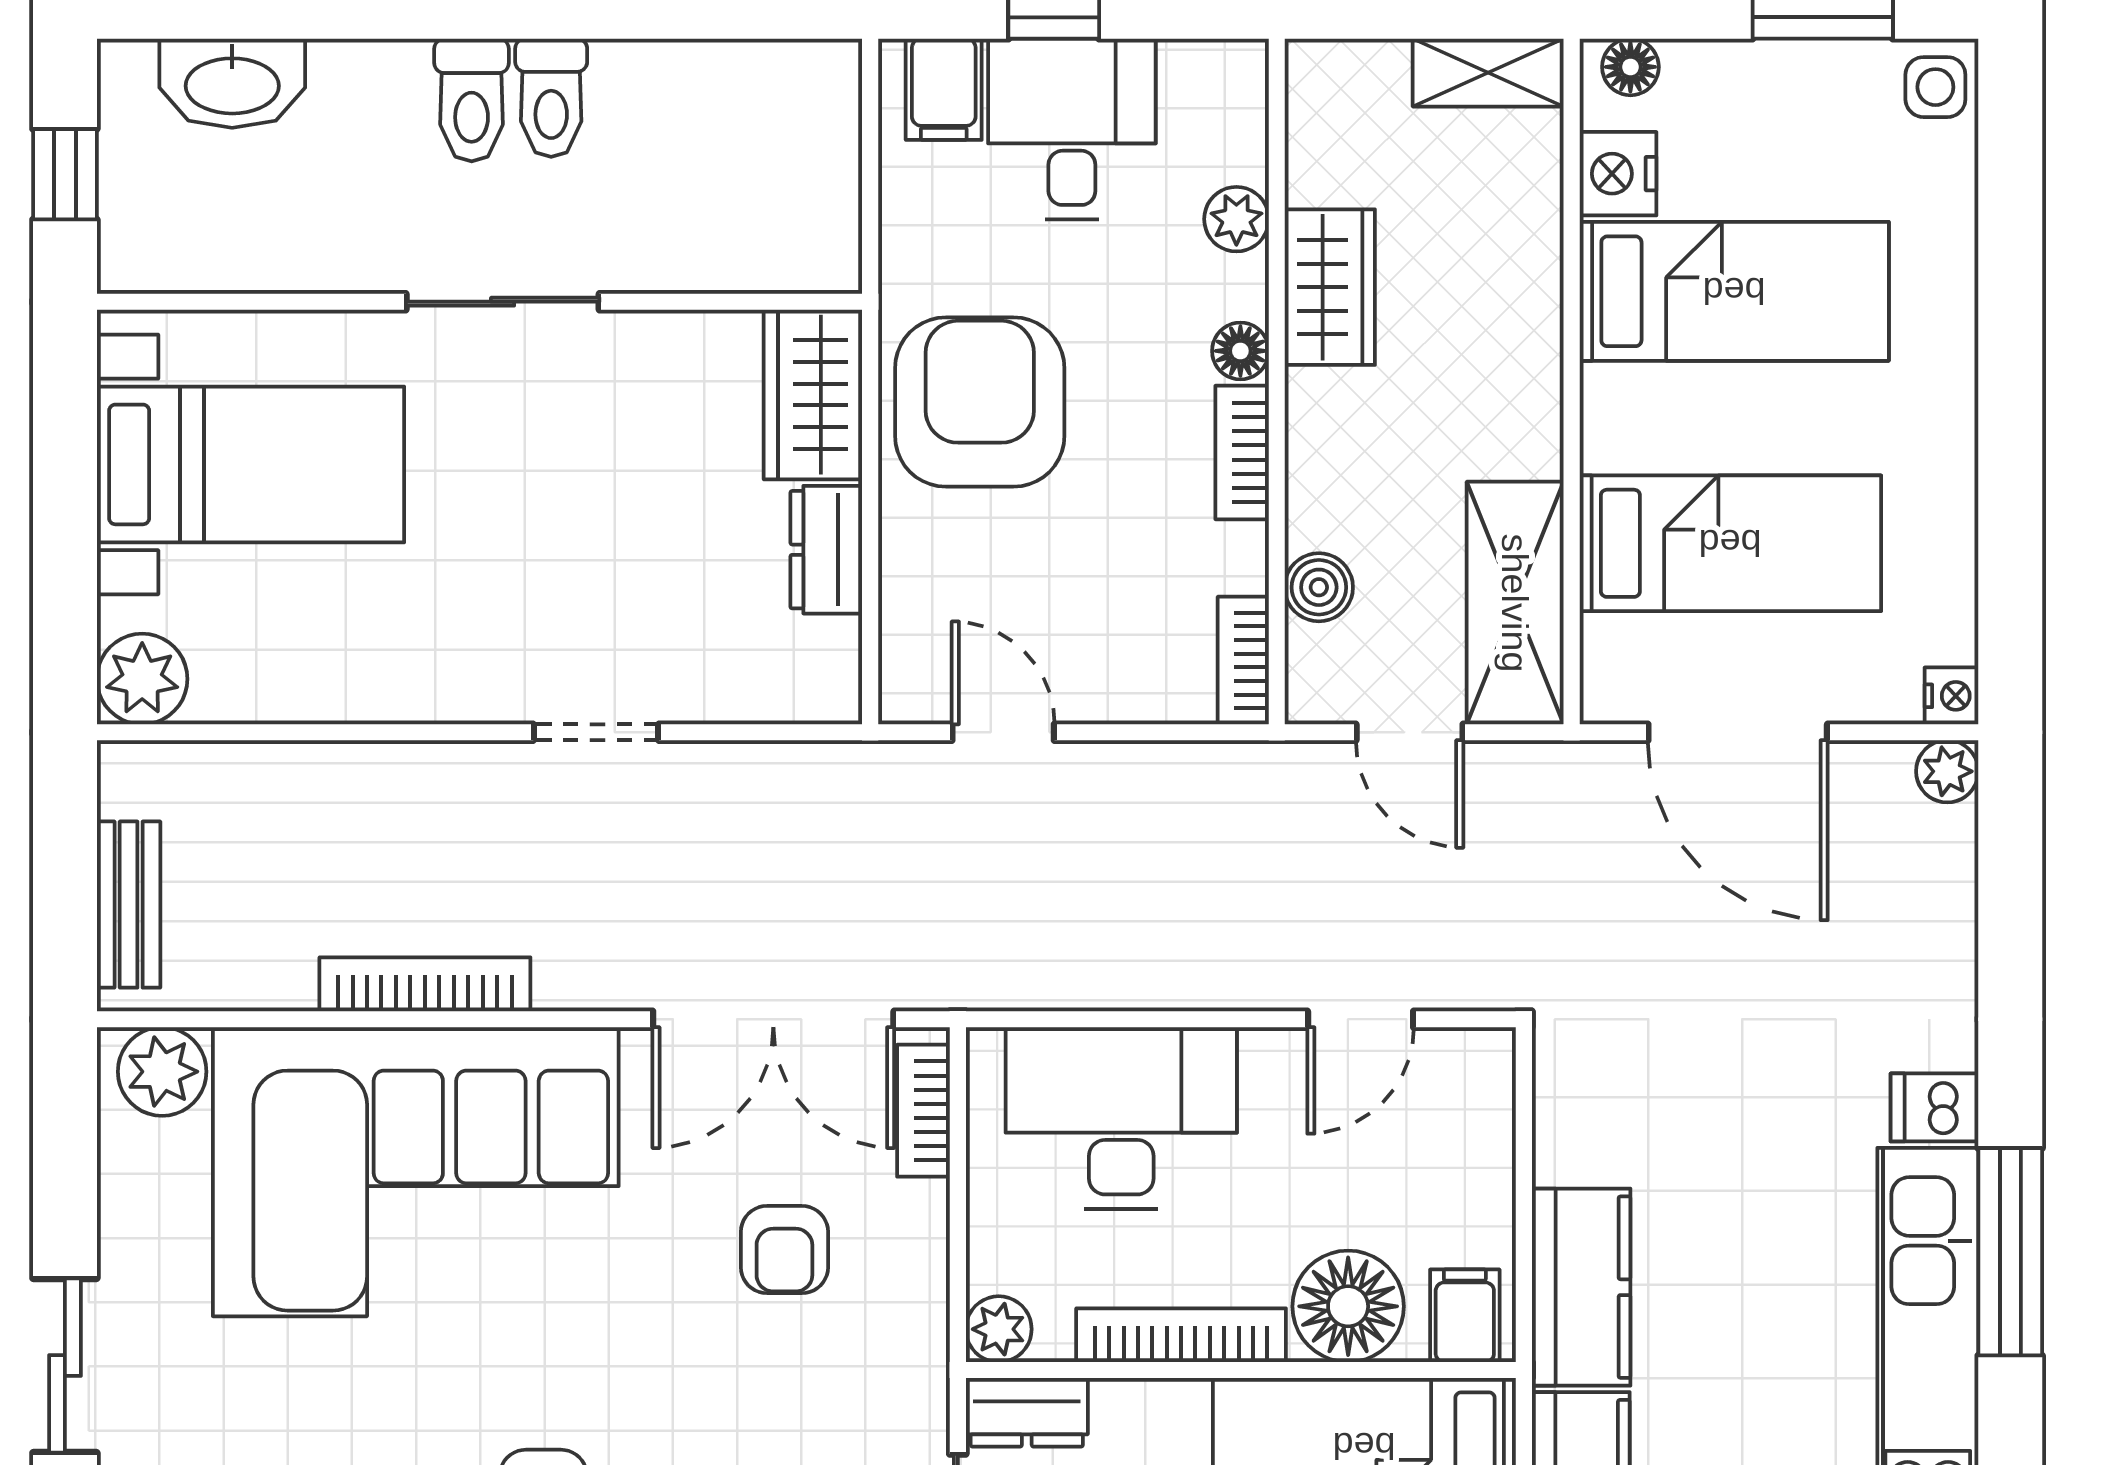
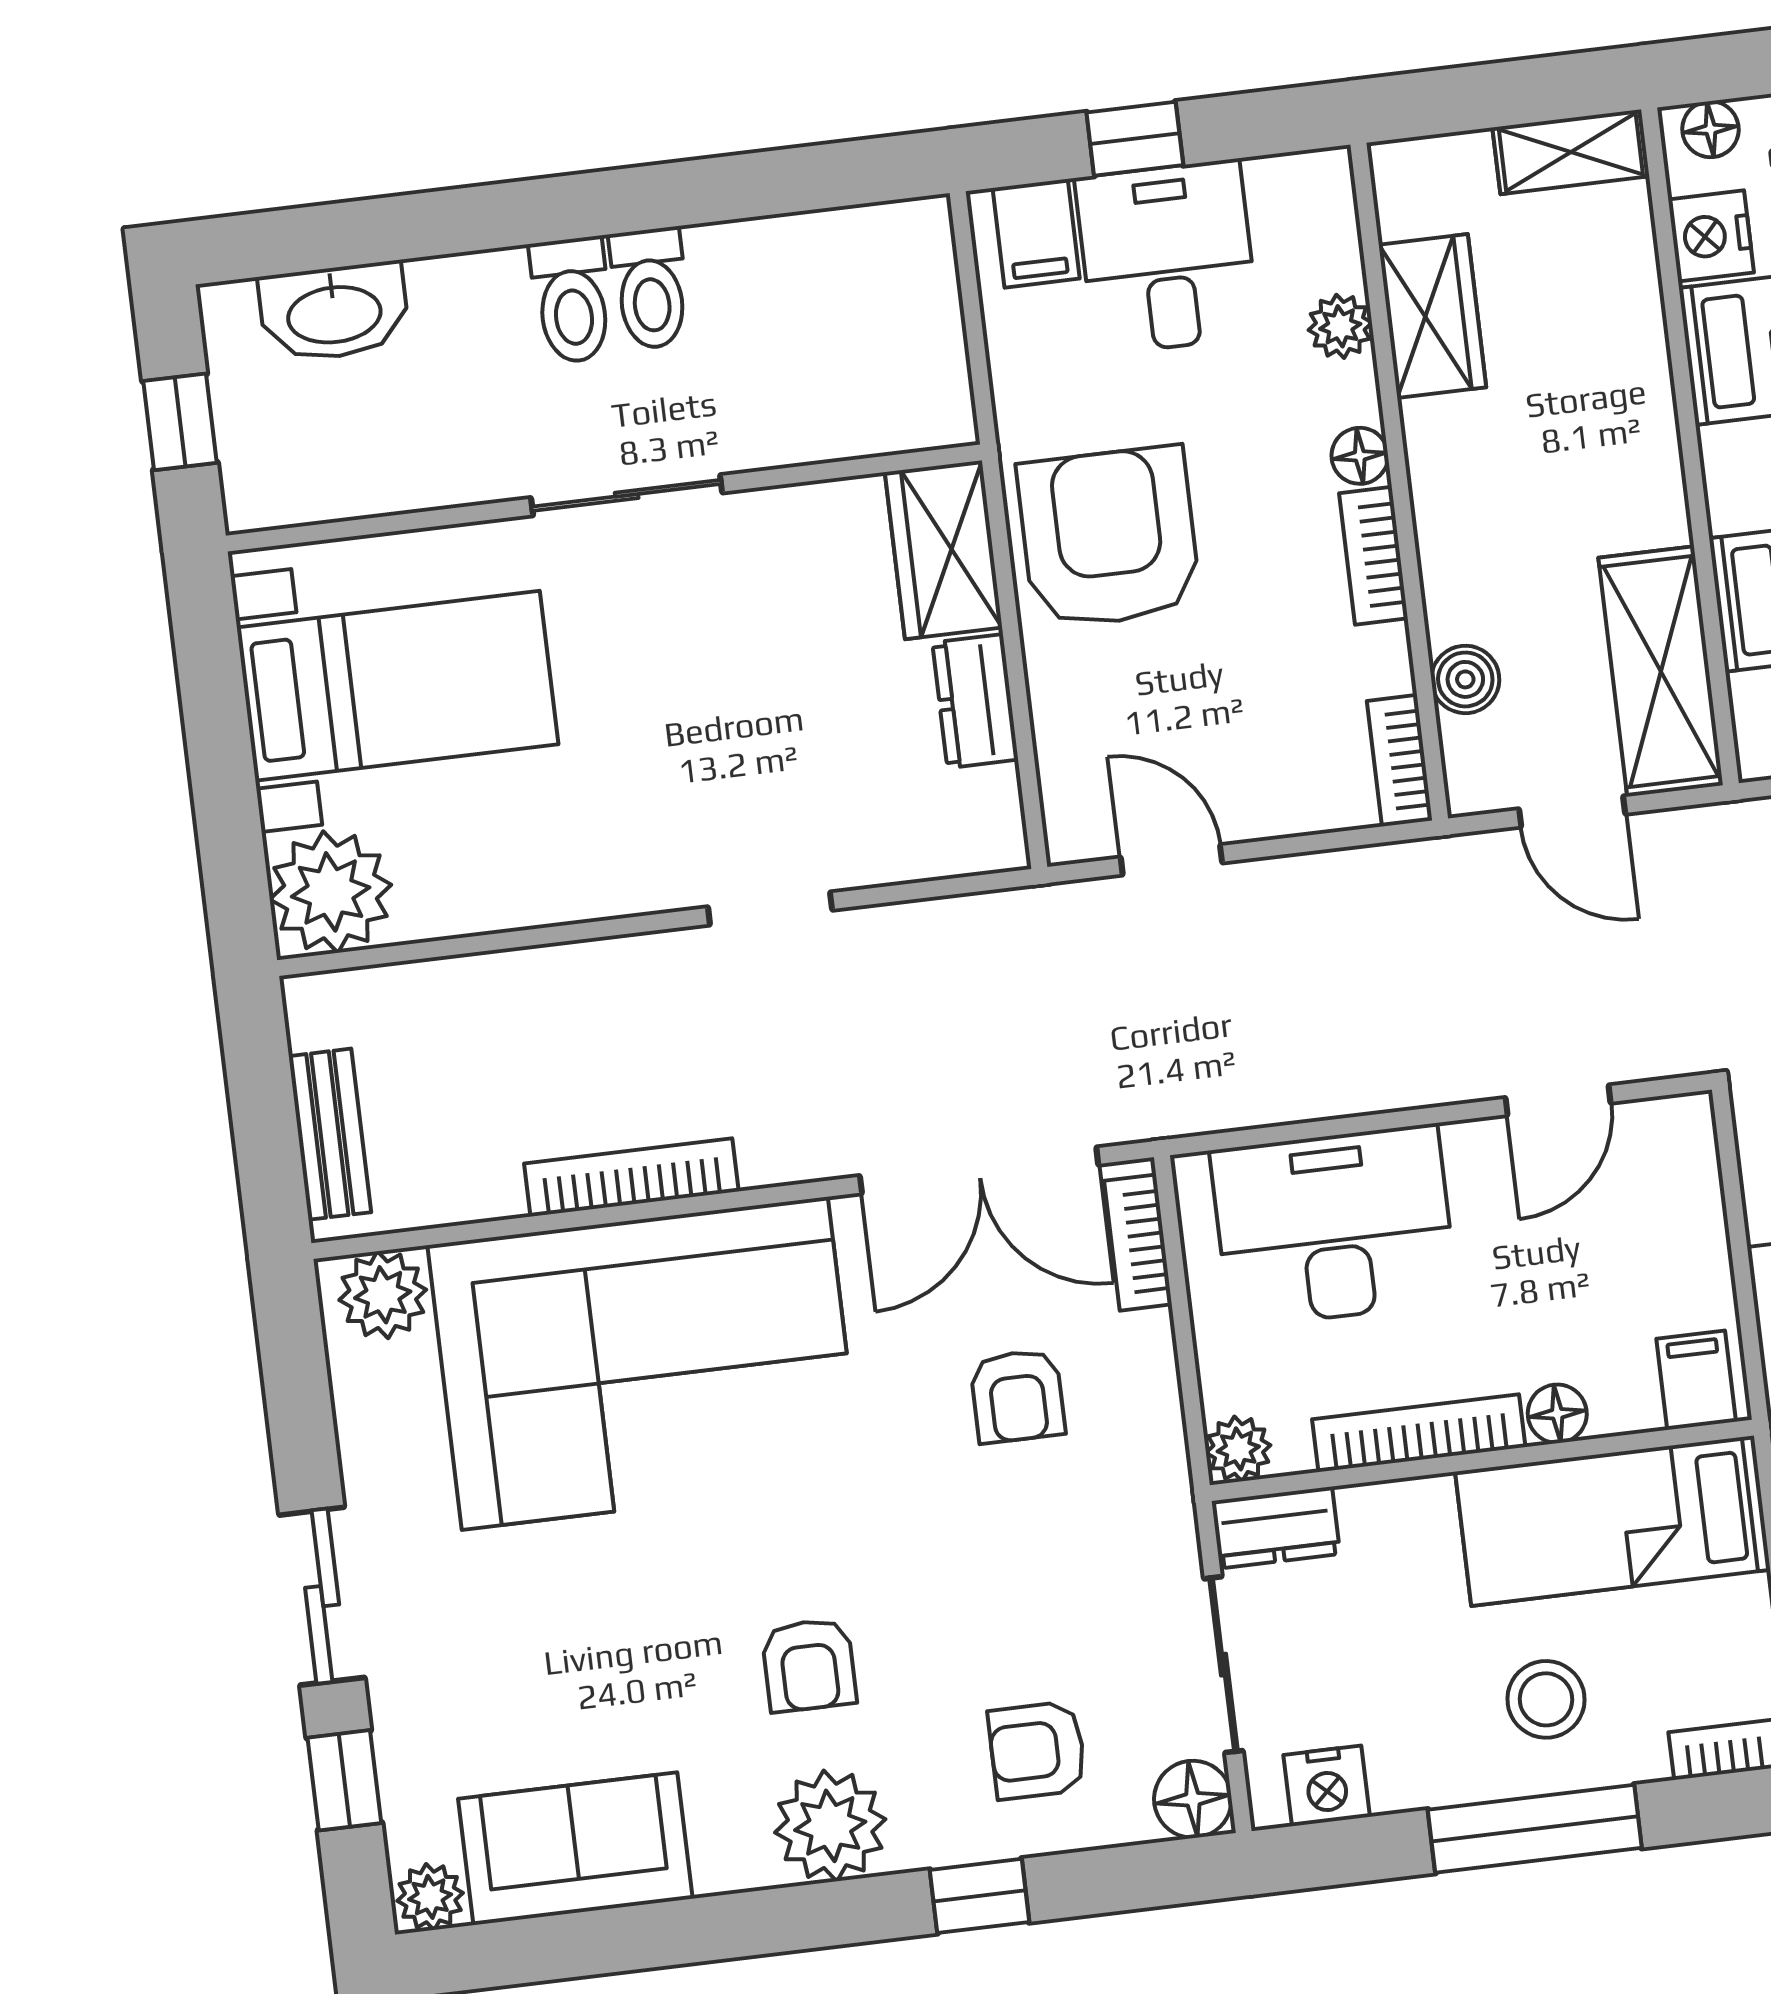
wardrobe: (1330, 287) -> (1432, 316), moved
plant: (142, 679) -> (331, 892), width x1.36, depth x1.36
floor lamp: (1348, 1306) -> (1557, 1414), width x0.53, depth x0.53

